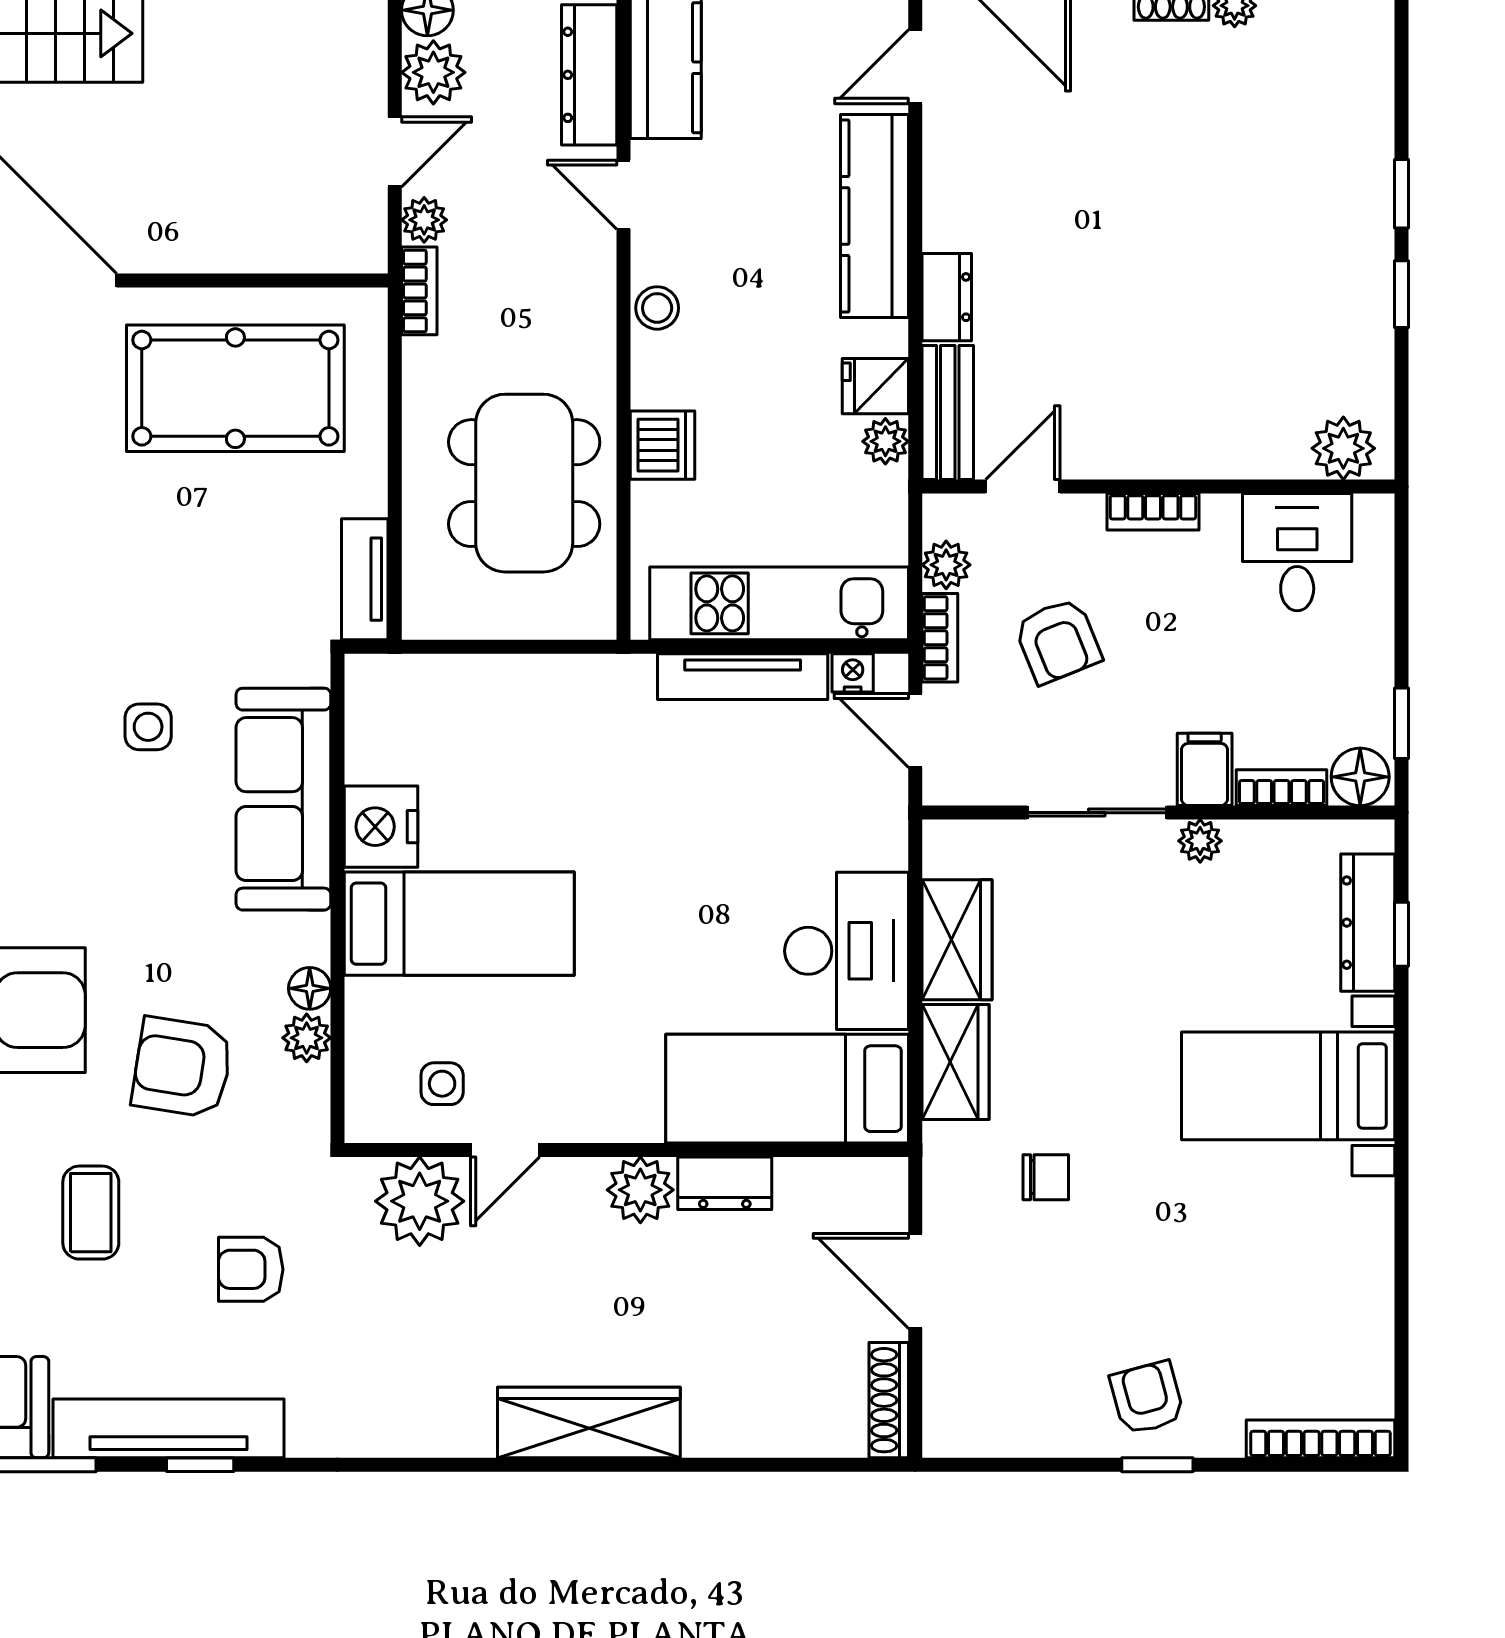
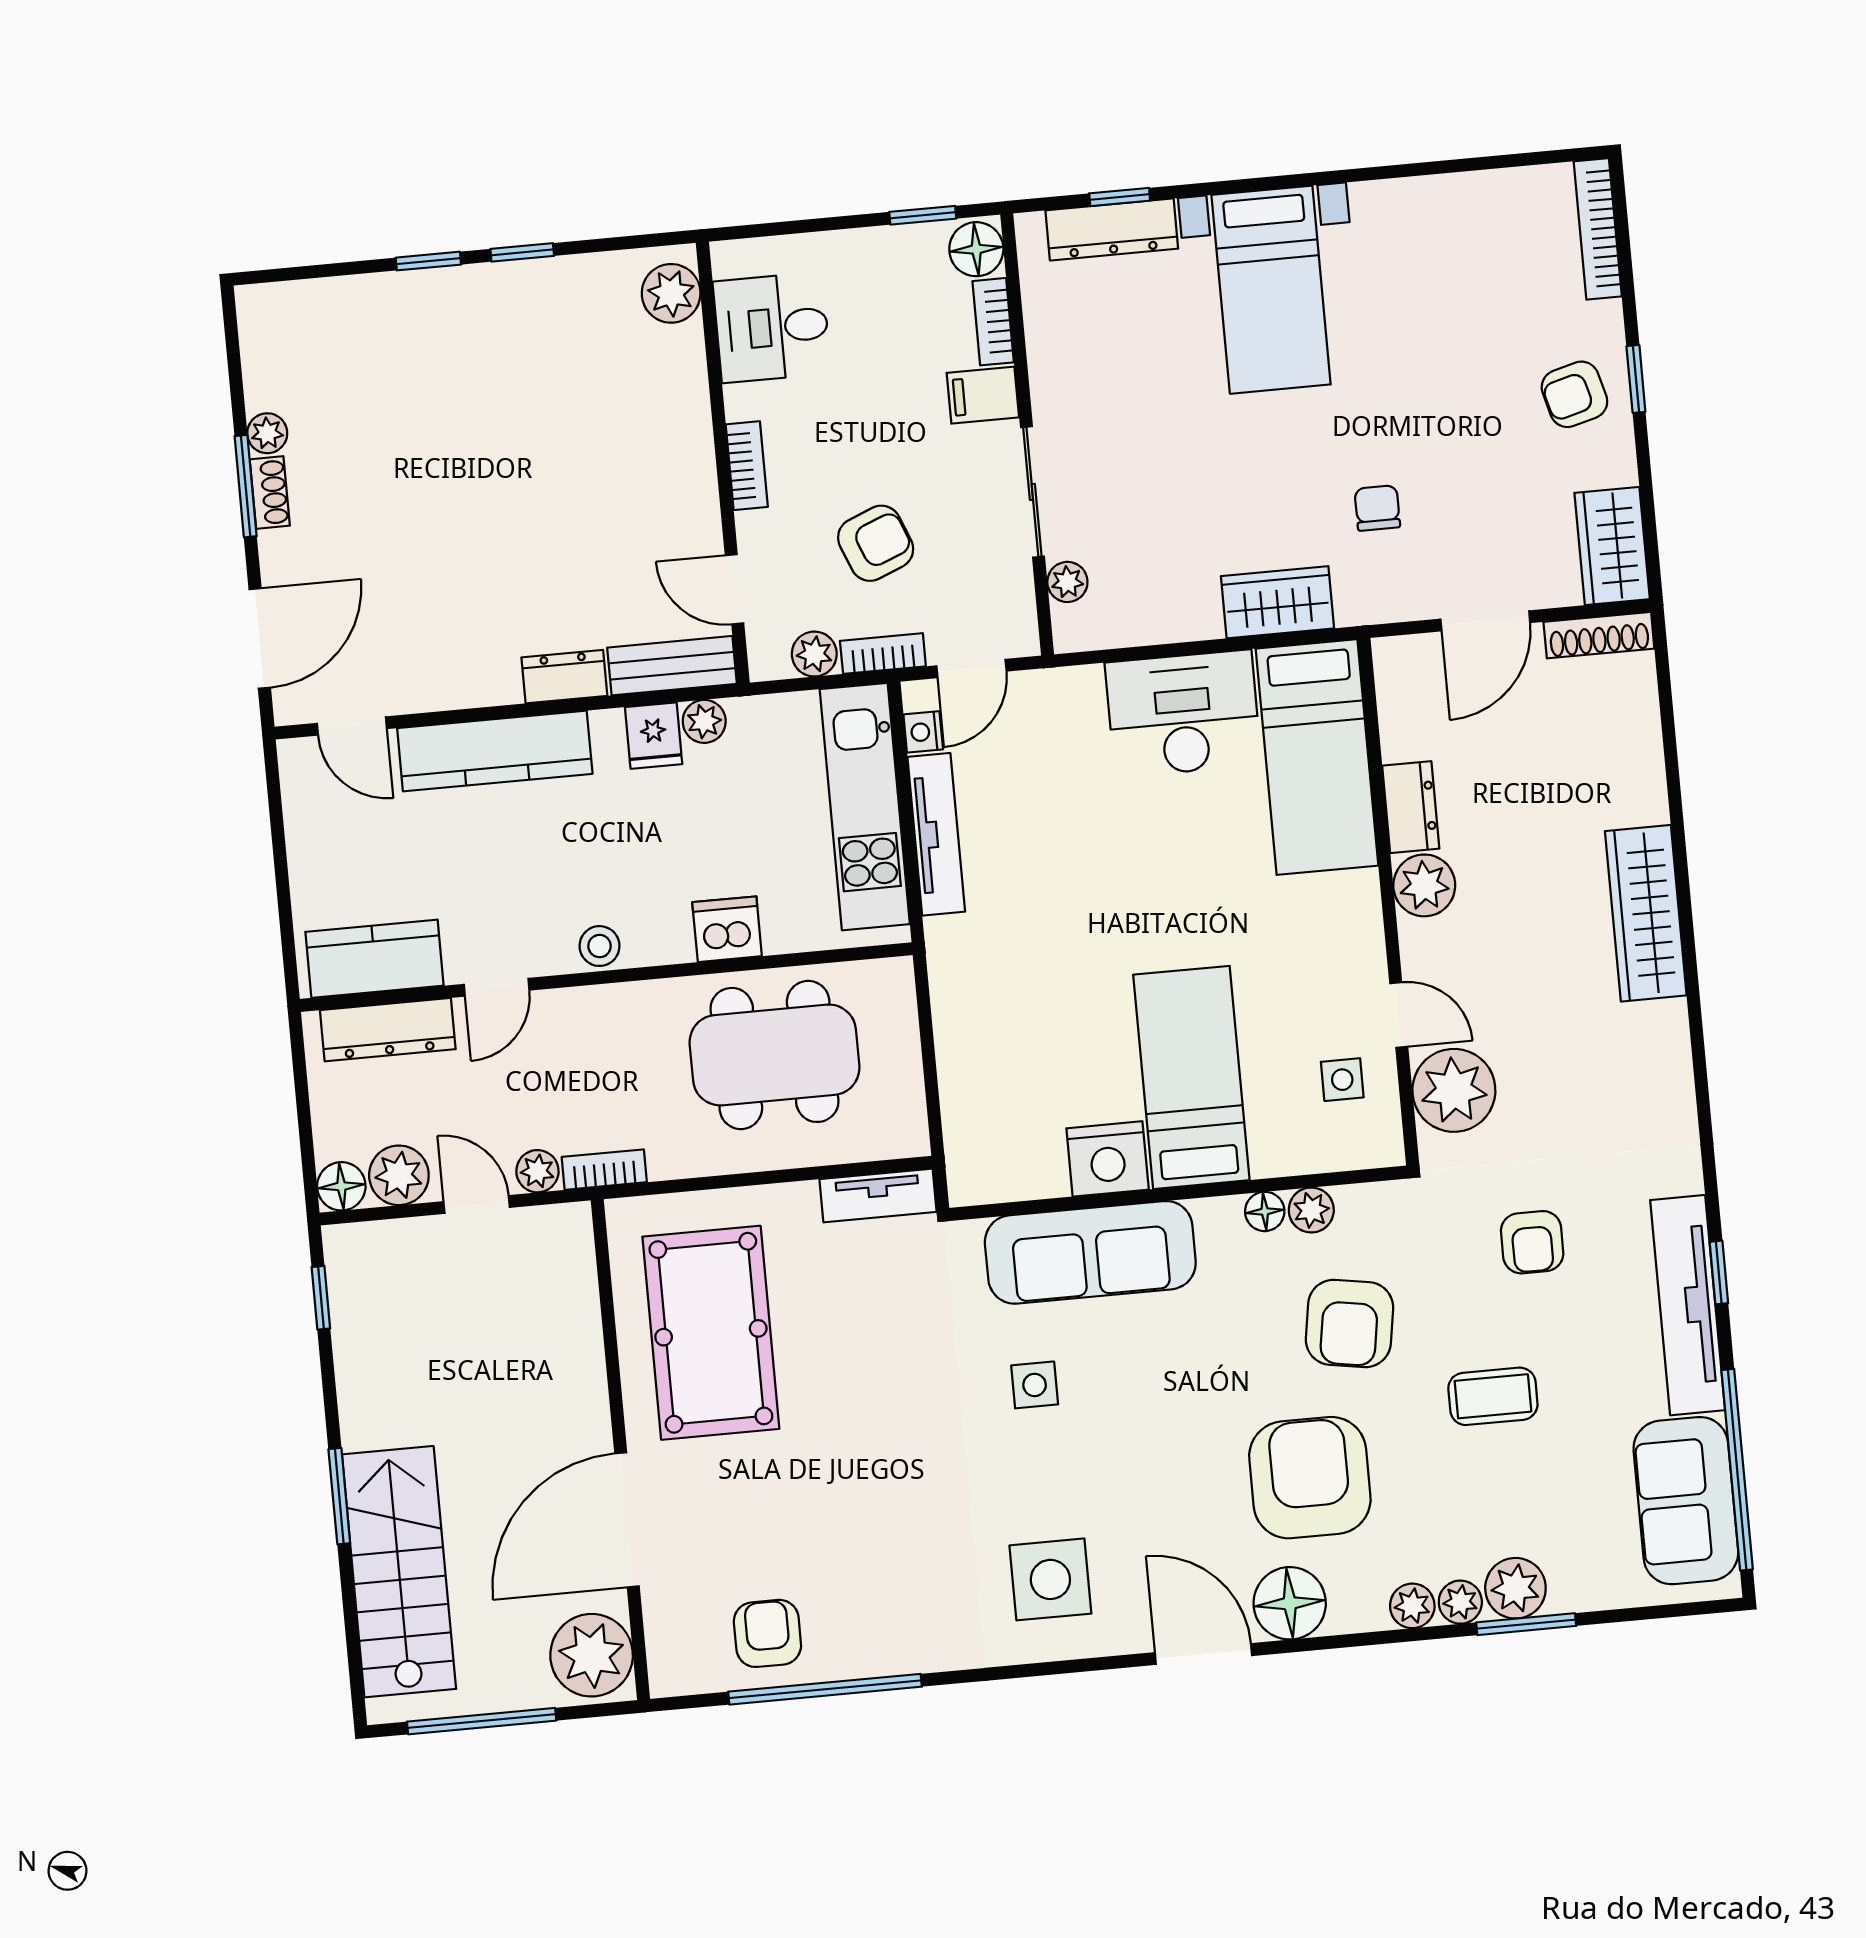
plant: (1200, 841) -> (1067, 582), moved
wardrobe: (957, 940) -> (1612, 546), moved, turned -90

